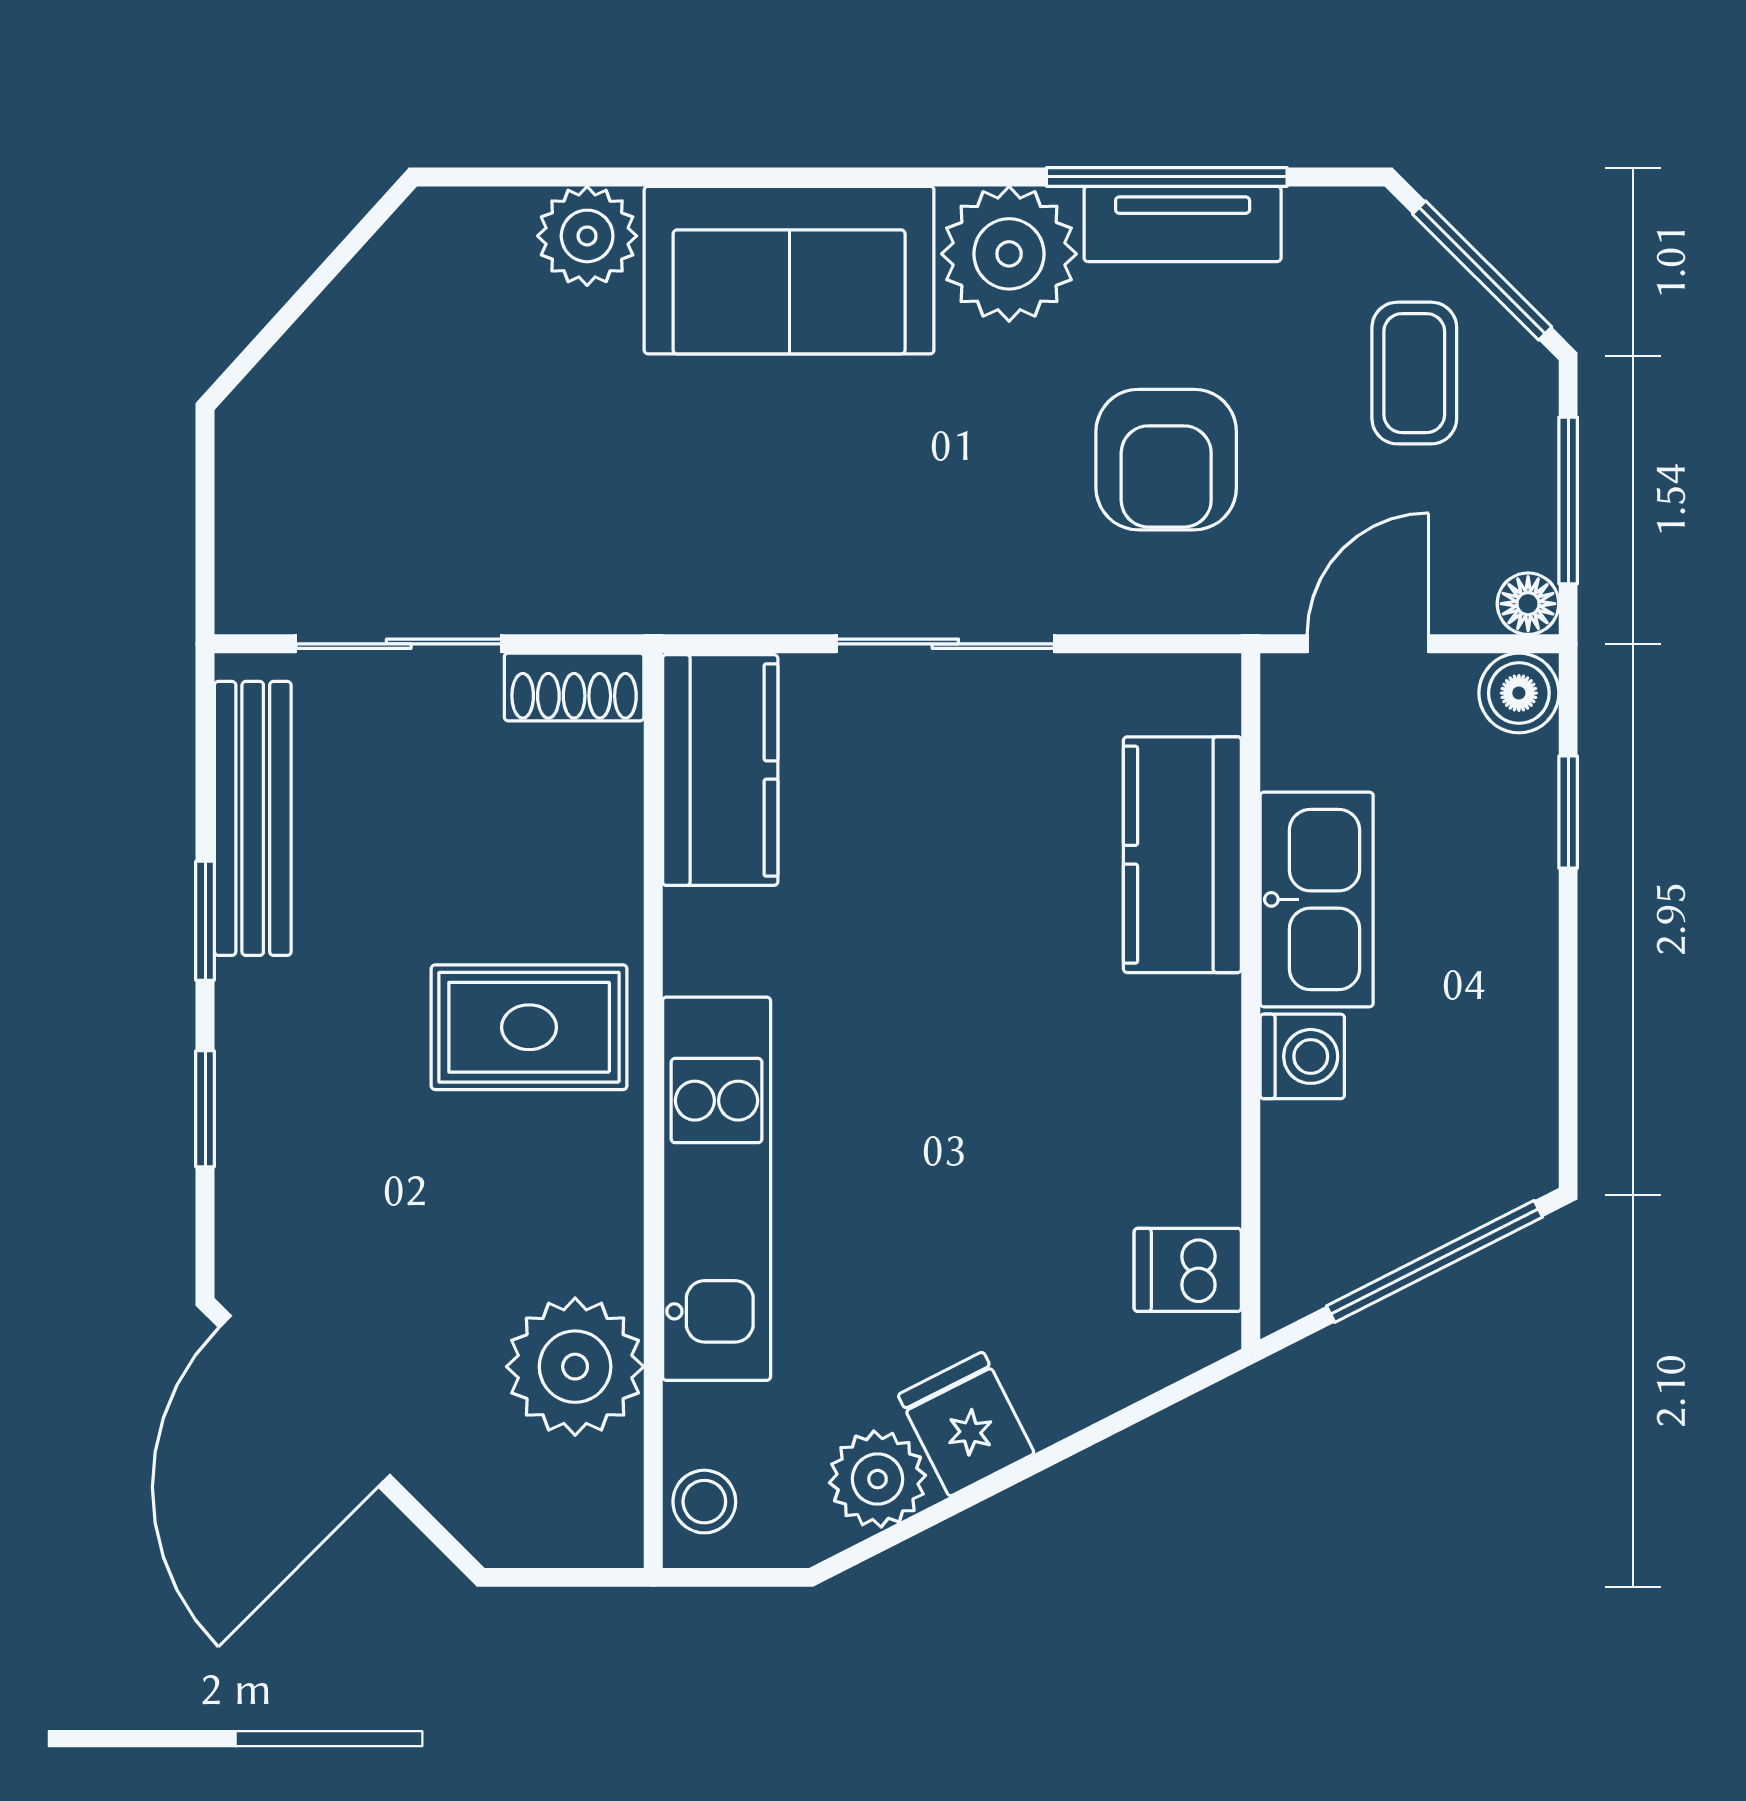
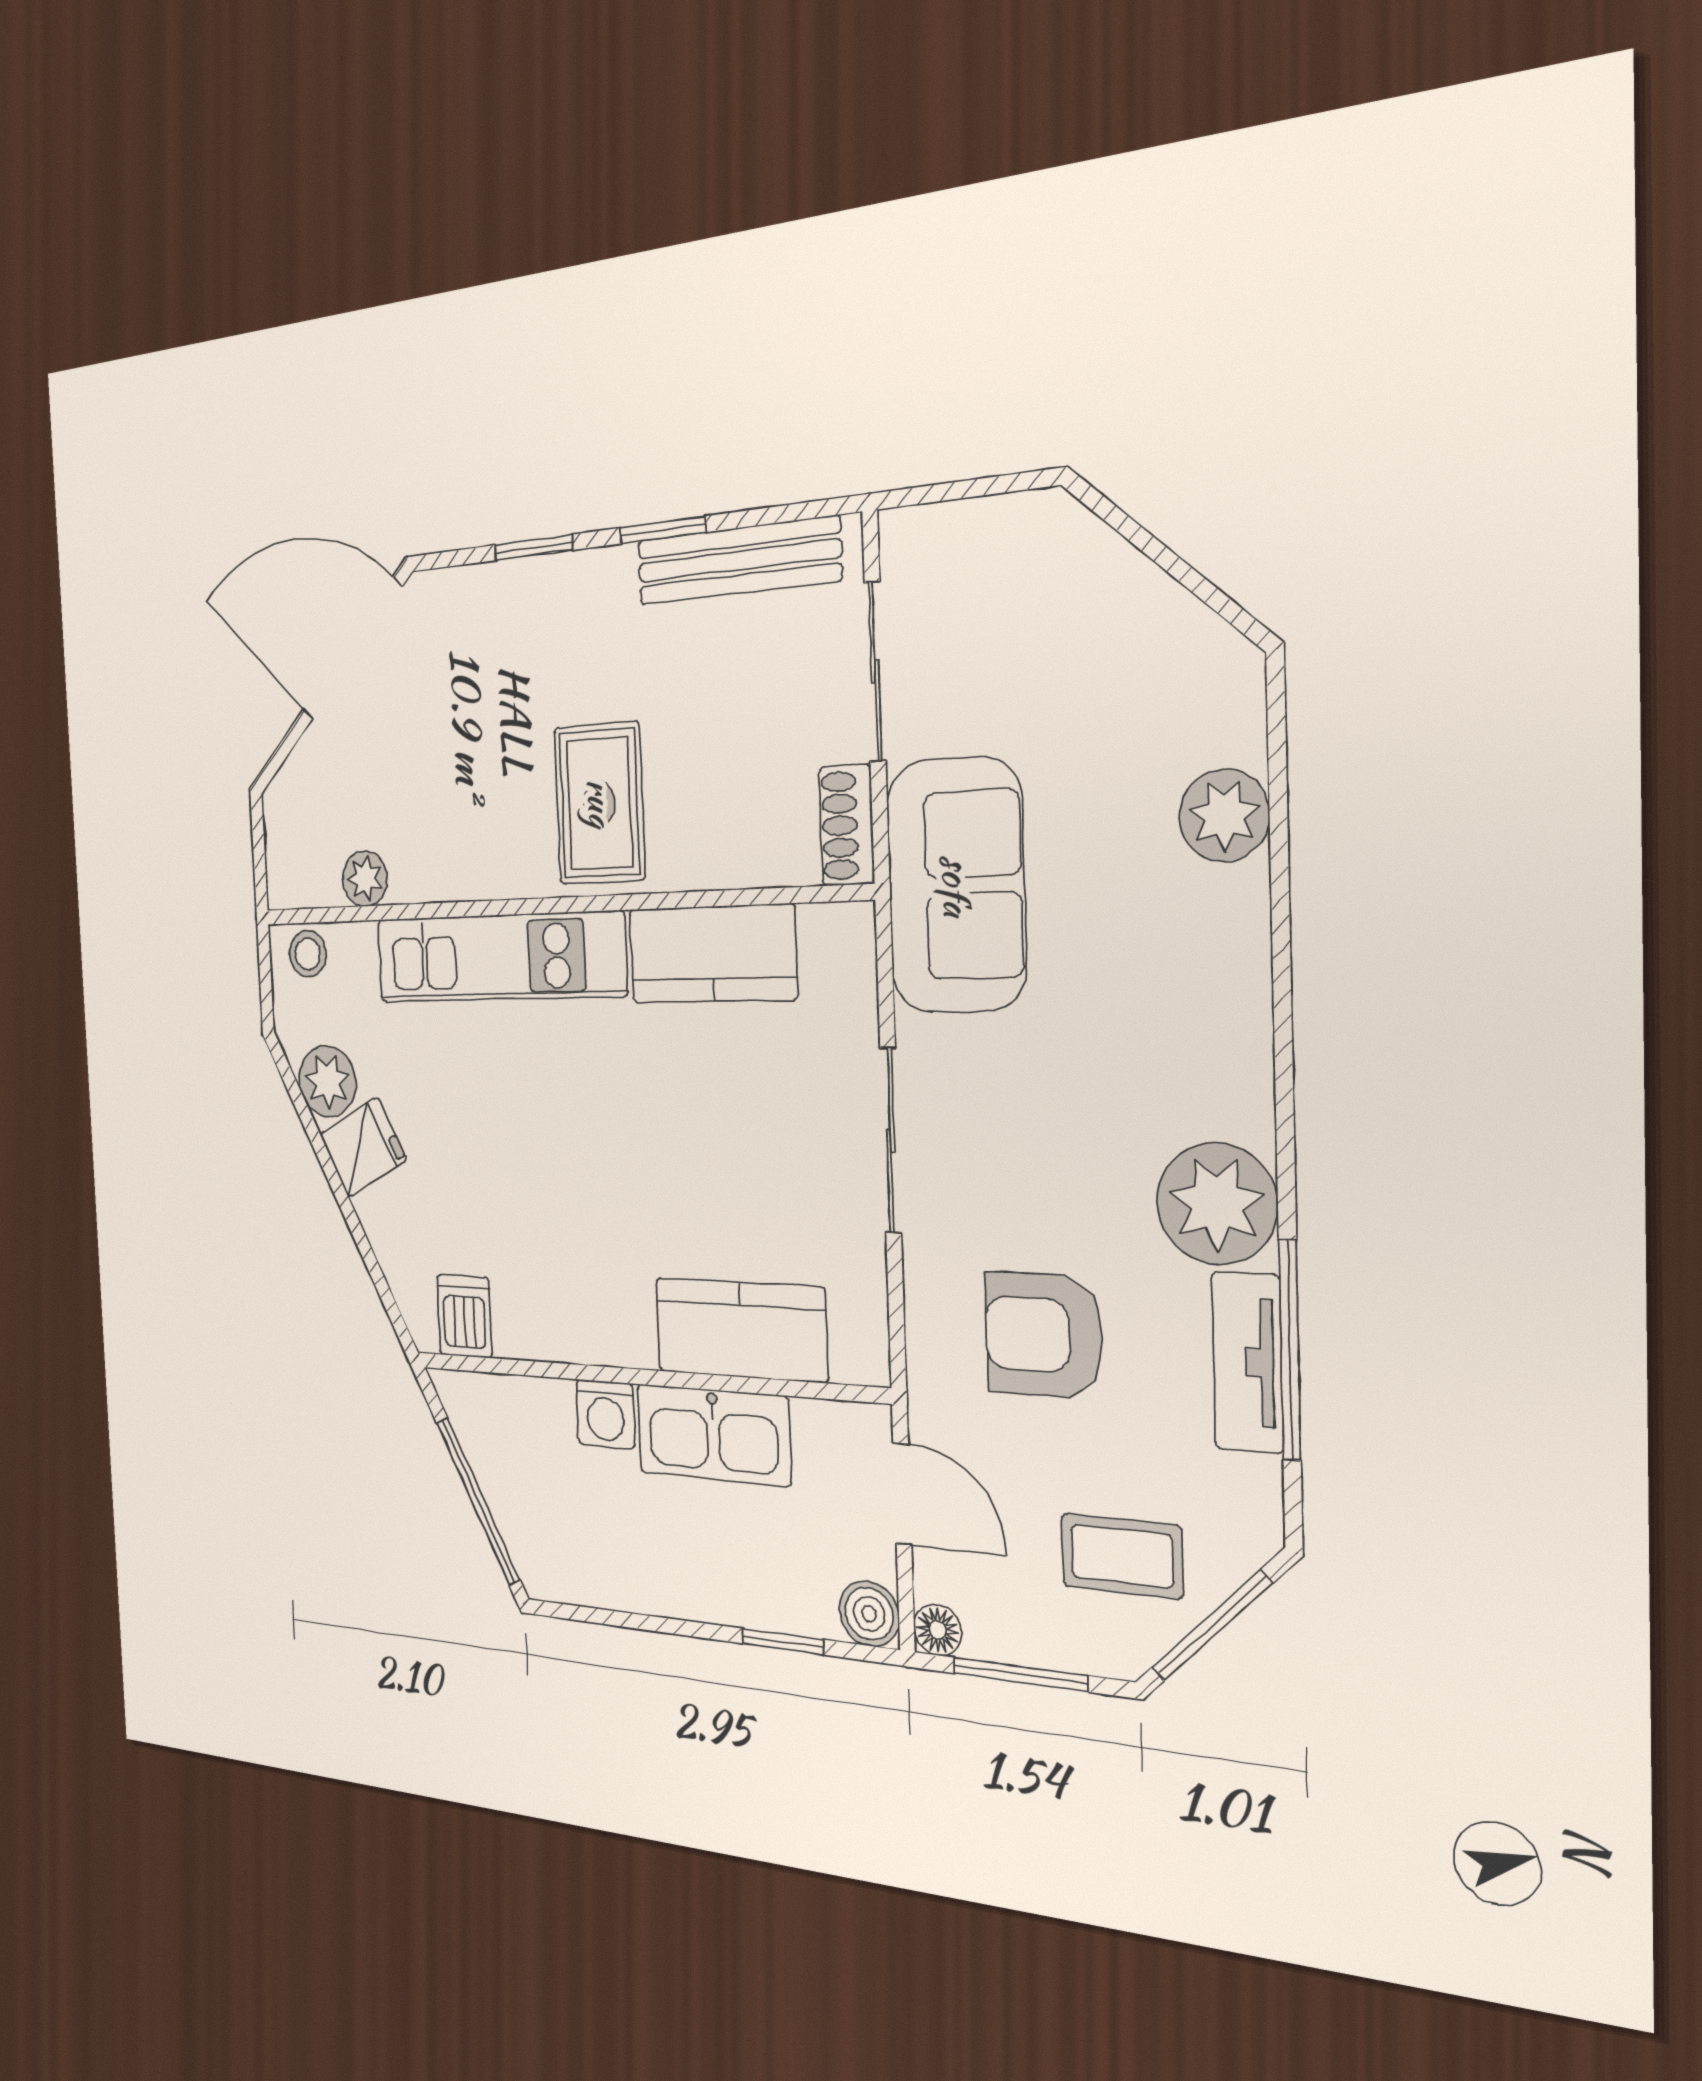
sofa: (789, 270) -> (956, 886), moved, turned 180
kitchen counter: (720, 770) -> (712, 954), moved
plant: (575, 1367) -> (365, 879), width x0.53, depth x0.53

